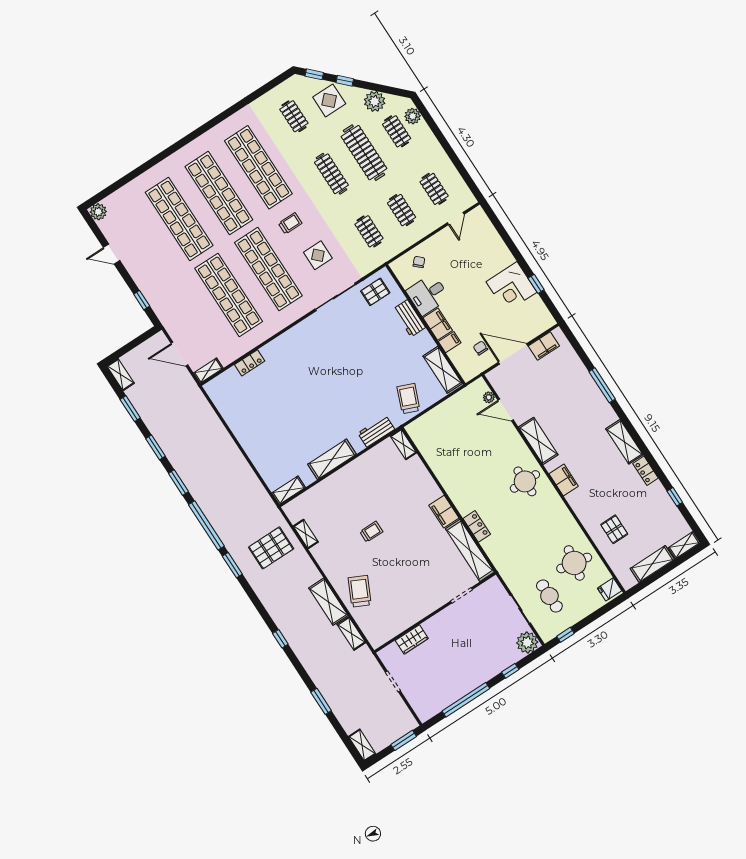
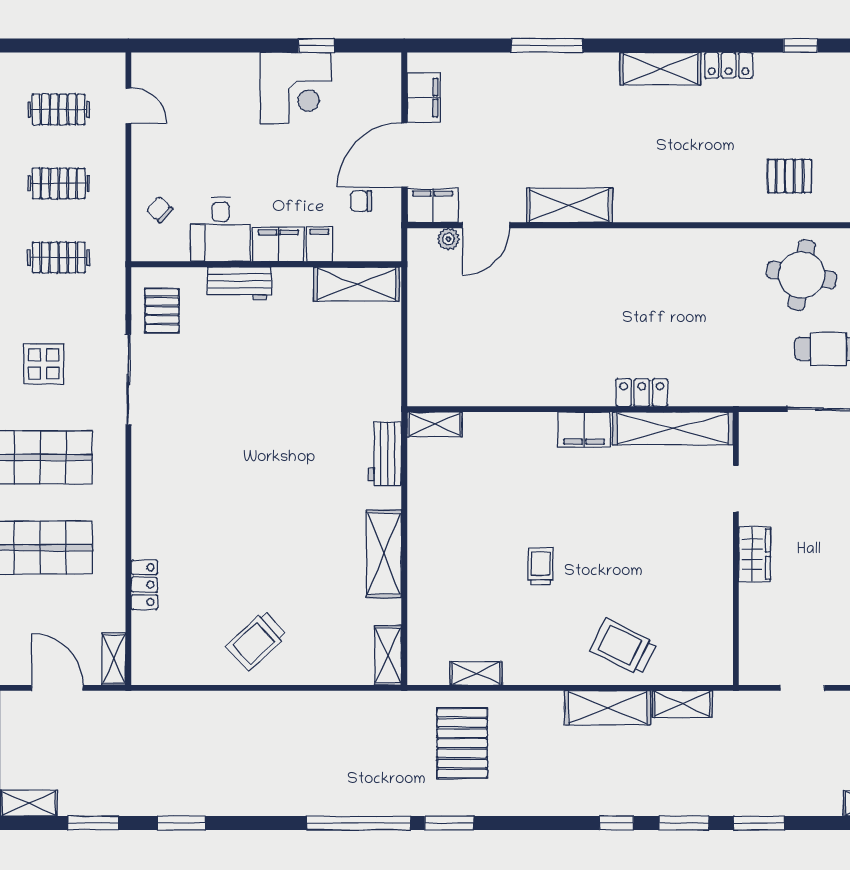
door: (179, 354) -> (57, 688), swing flipped
trolley: (408, 399) -> (256, 641), moved, turned -65
filing cabinet: (564, 480) -> (433, 205), moved
round table: (525, 481) -> (620, 269), removed
window: (178, 482) -> (684, 823), moved
wardrobe: (412, 639) -> (755, 554), moved

